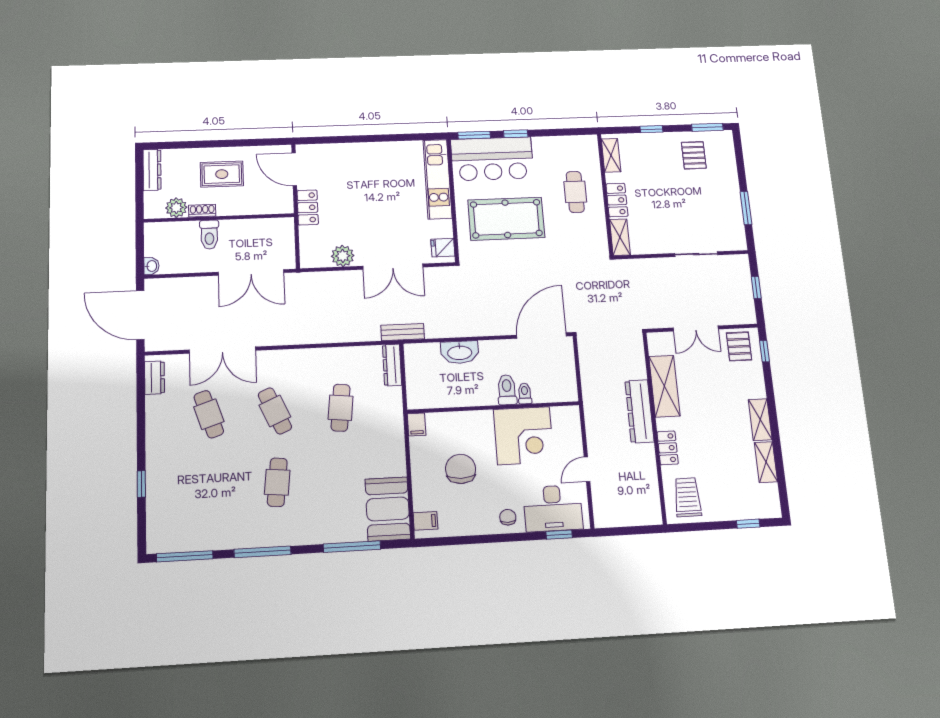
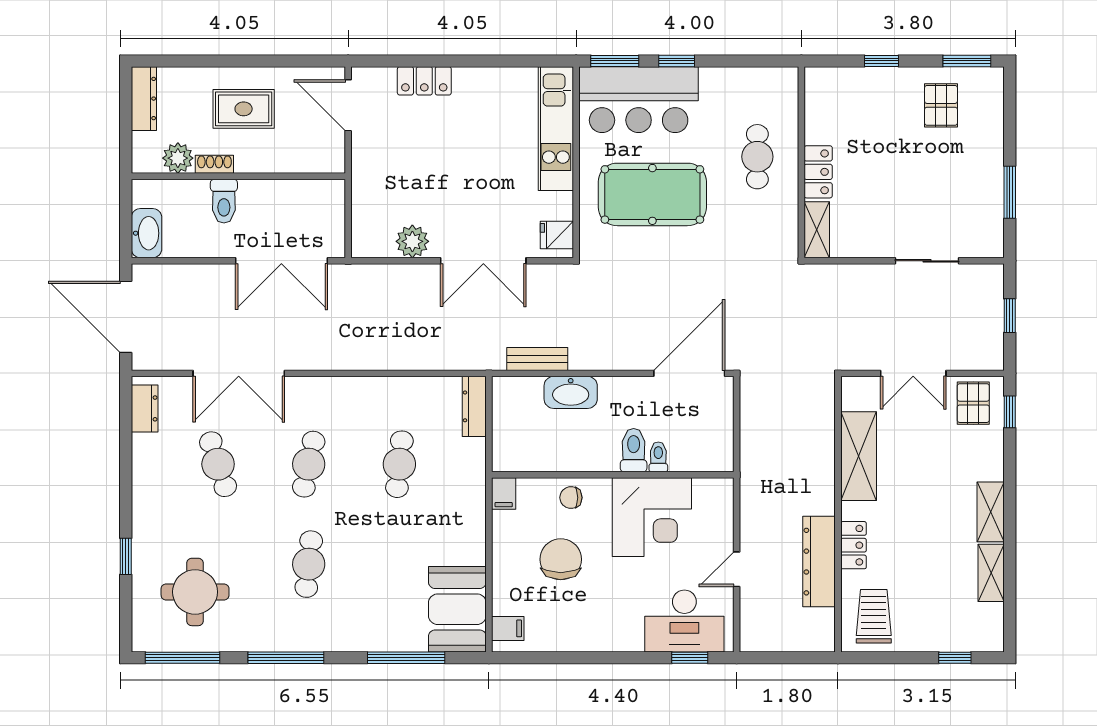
shelving: (611, 155) -> (816, 101), removed
locker: (308, 207) -> (424, 81), moved, turned 90
washbasin: (151, 266) -> (146, 233), width x1.91, depth x1.45
bench: (403, 332) -> (537, 359), moved
cafe table: (275, 411) -> (309, 464), turned 36
dresser: (639, 411) -> (819, 562), moved
round table: (193, 507) -> (195, 592), added
chair: (508, 517) -> (571, 498), moved, turned -90

